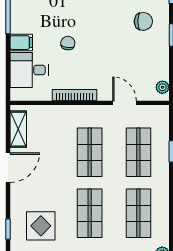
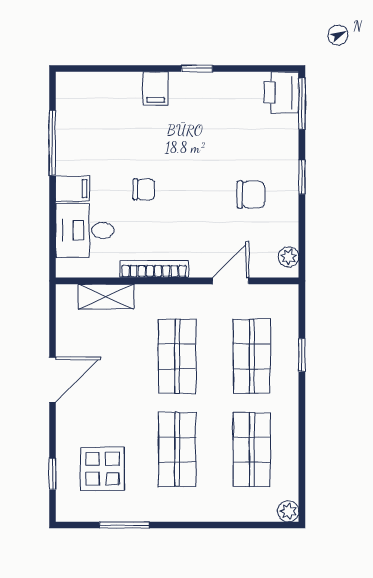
chair: (143, 21) -> (251, 195), moved
chair: (68, 43) -> (144, 189), turned 83
door: (124, 103) -> (230, 281), hinge flipped
shelving: (18, 129) -> (106, 296), moved, turned 90

